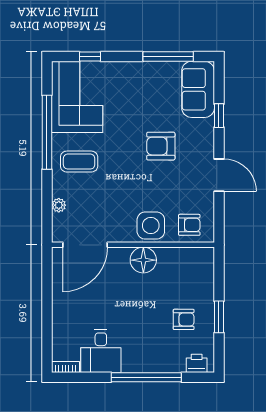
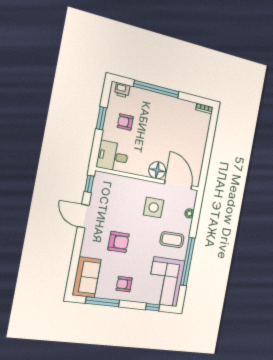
window: (219, 116) -> (89, 184), moved
armchair: (189, 225) -> (124, 284), moved
side table: (151, 226) -> (154, 207), moved
door: (85, 245) -> (178, 185), hinge flipped
floor lamp: (143, 260) -> (157, 170), moved
desk: (101, 351) -> (113, 156), moved, turned -90

